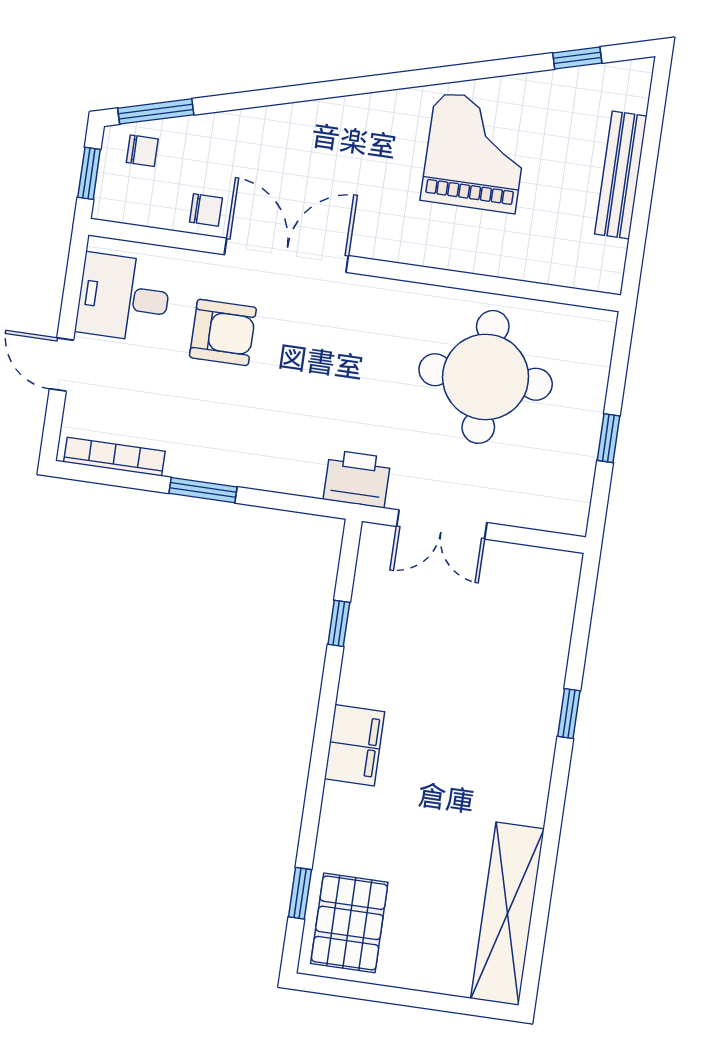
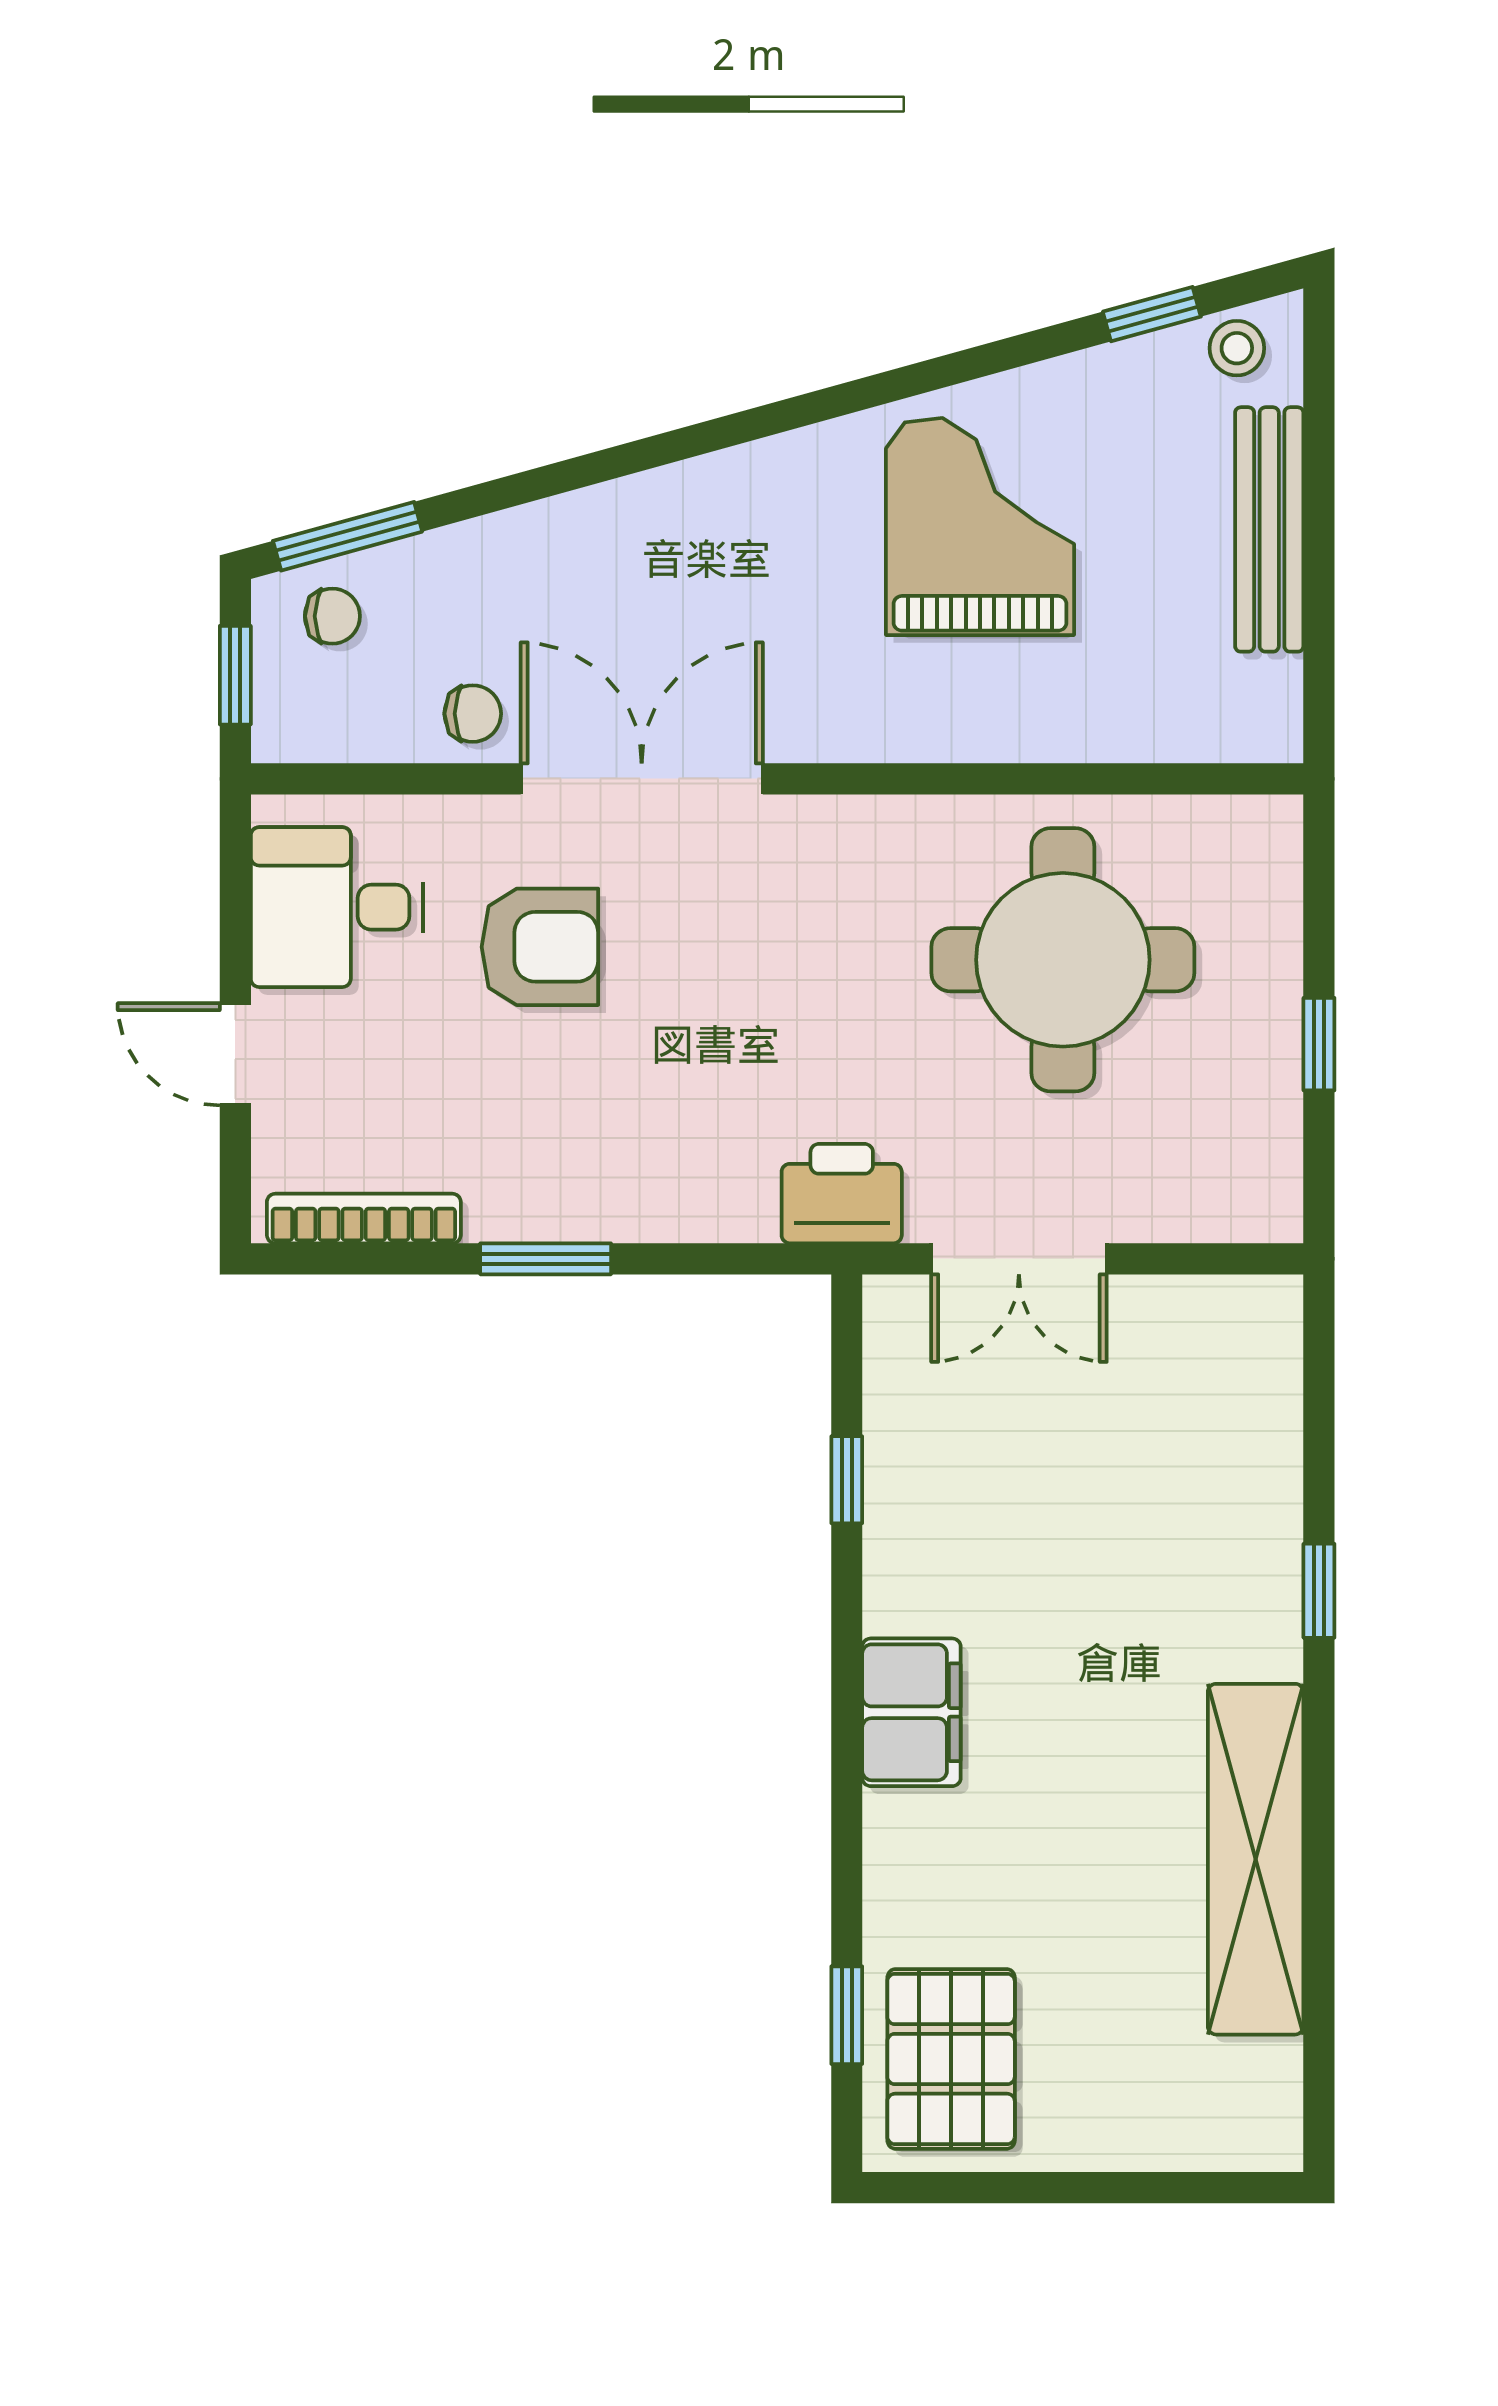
stool: (618, 81) -> (1237, 348), added
shelving: (507, 914) -> (1256, 1859), moved

